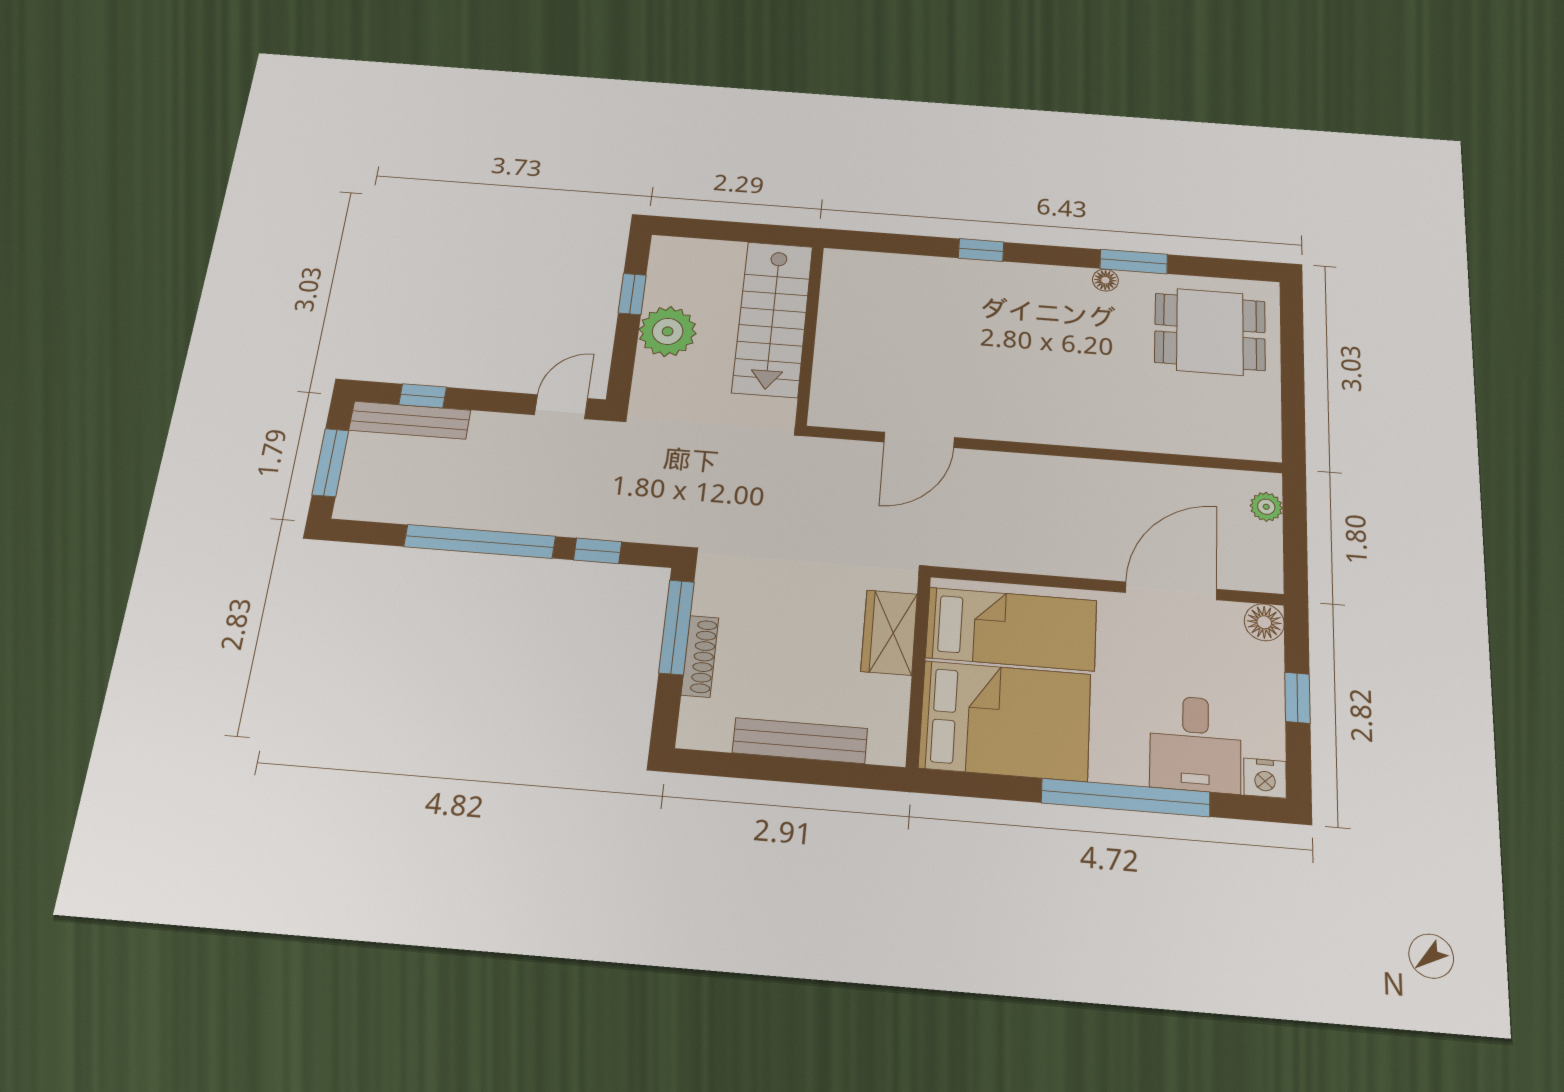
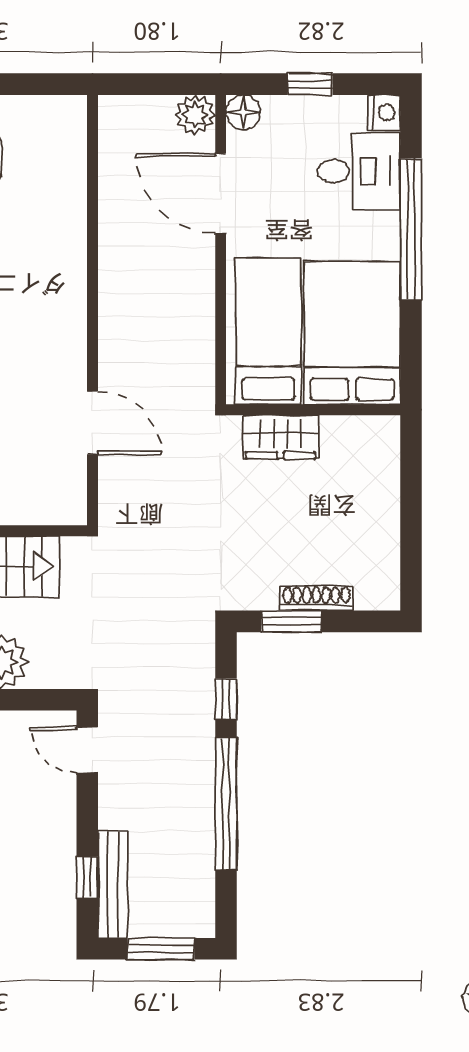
plant: (1266, 507) -> (195, 115), moved, width x1.38, depth x1.38
window: (677, 627) -> (291, 621), width x0.69
bench: (800, 741) -> (385, 506), removed

